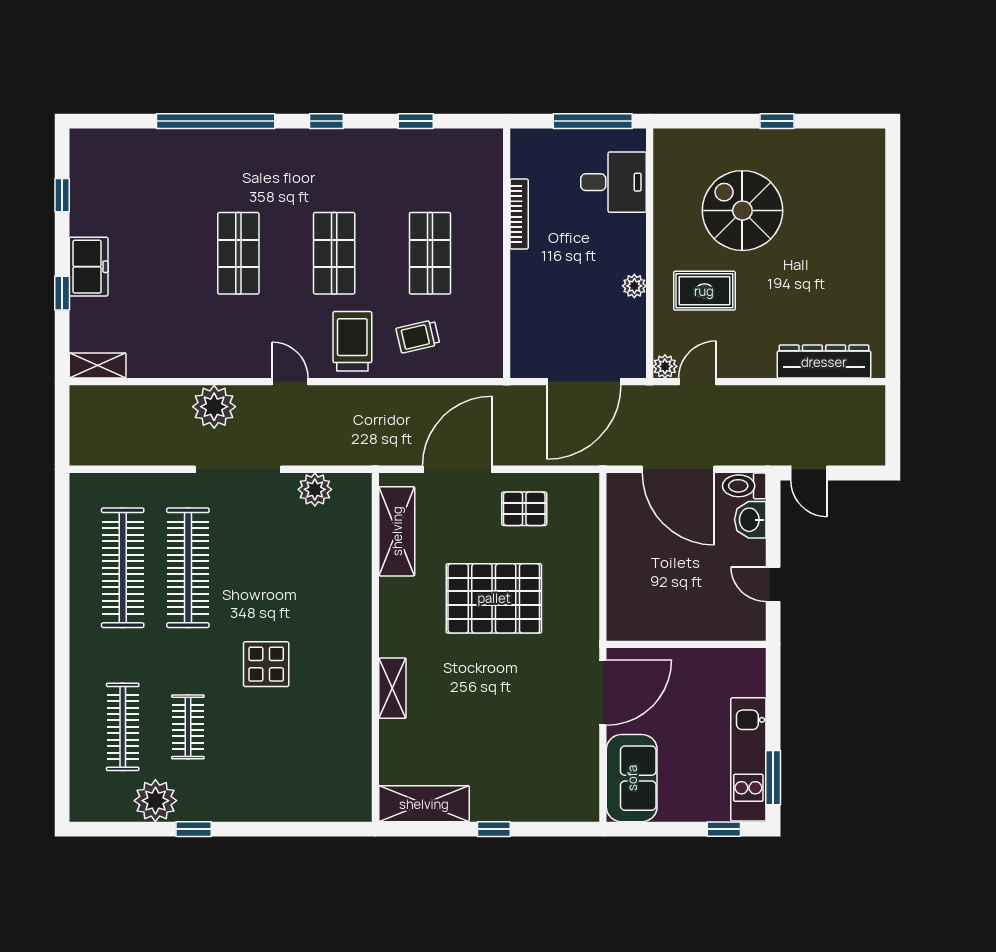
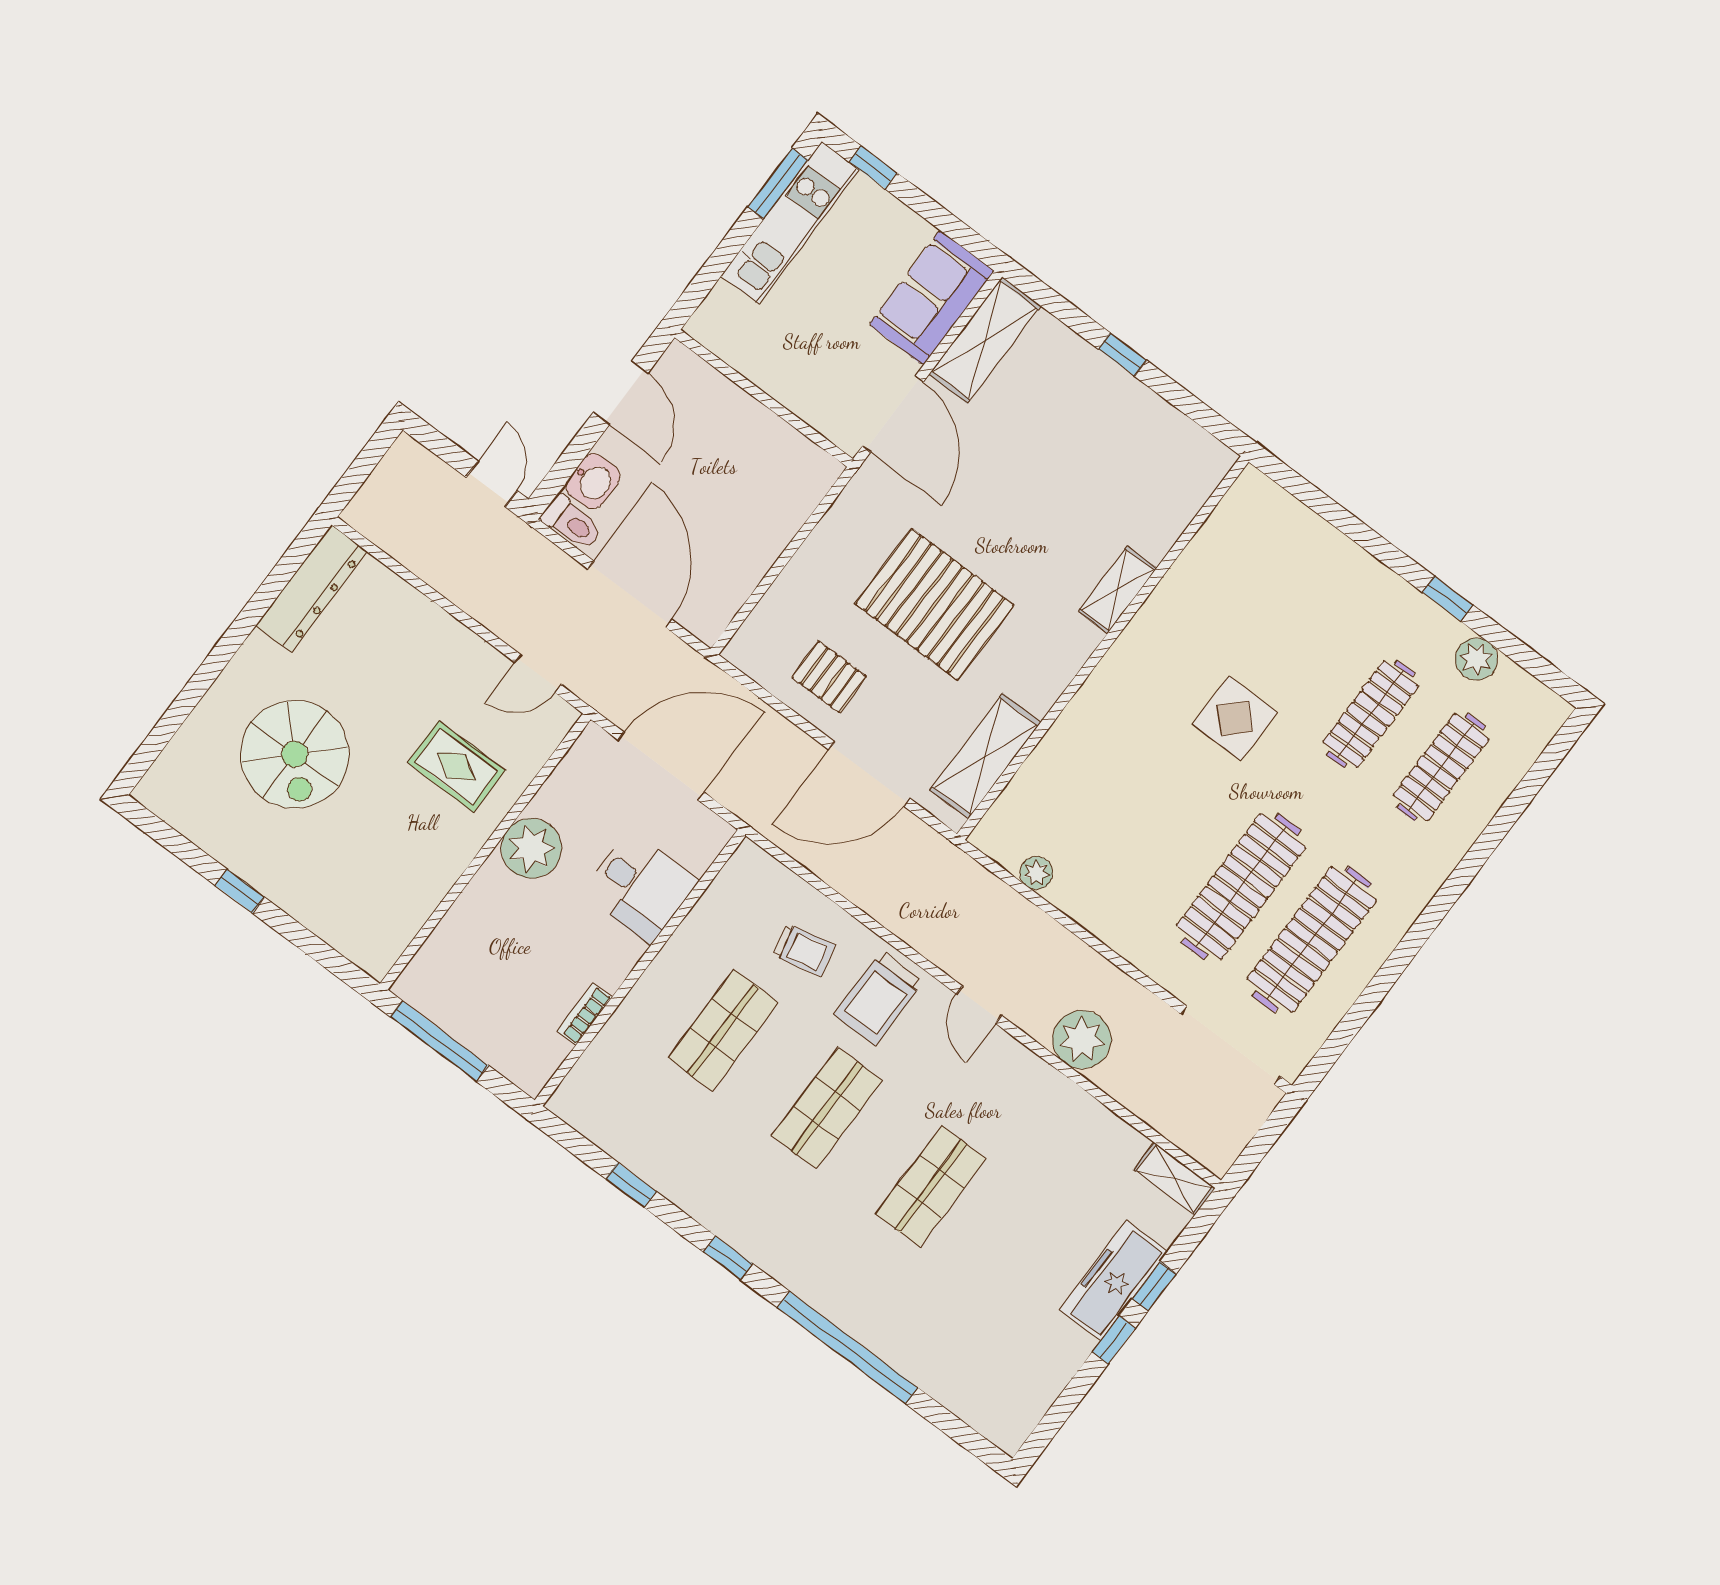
desk: (613, 182) -> (640, 887), moved, turned 180
window: (62, 195) -> (1114, 1340), moved
spiral stairs: (742, 211) -> (295, 754), moved
bookcase: (519, 214) -> (584, 1014), width x0.64
freezer: (89, 267) -> (1113, 1281), width x1.40
plant: (634, 286) -> (531, 848), width x1.88, depth x1.88
dresser: (824, 362) -> (312, 588), moved, turned -90
plant: (665, 366) -> (561, 717), removed
doorway: (238, 469) -> (1231, 1045), moved
plant: (315, 489) -> (1036, 873), width x0.73, depth x0.73
door: (773, 584) -> (621, 393), width x1.38
door: (603, 692) -> (893, 414), swing flipped
clothes rail: (188, 727) -> (1371, 714), width x1.36
plant: (155, 801) -> (1476, 659), width x0.73, depth x0.73
shelving: (424, 804) -> (985, 340), moved, turned 90

